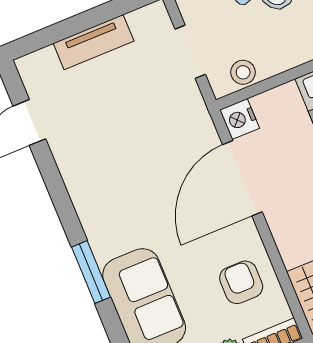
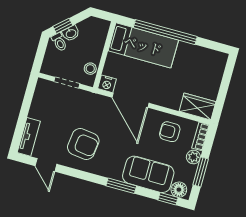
tv unit: (94, 42) -> (29, 137), moved
armchair: (111, 157) -> (83, 144), added

